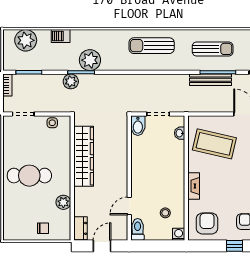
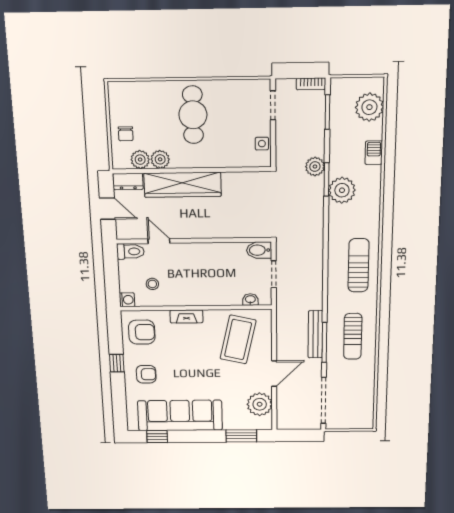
wardrobe: (84, 156) -> (183, 185), moved
plant: (63, 218) -> (140, 160), added

